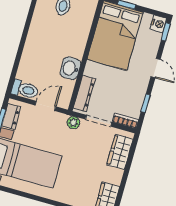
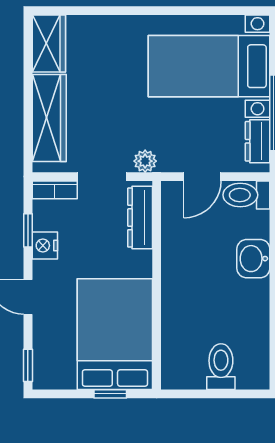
nightstand: (158, 24) -> (45, 245), moved
washbasin: (70, 68) -> (253, 259), moved, turned 180
wardrobe: (120, 152) -> (49, 118), width x1.50

